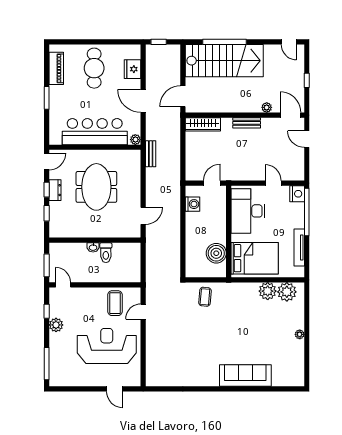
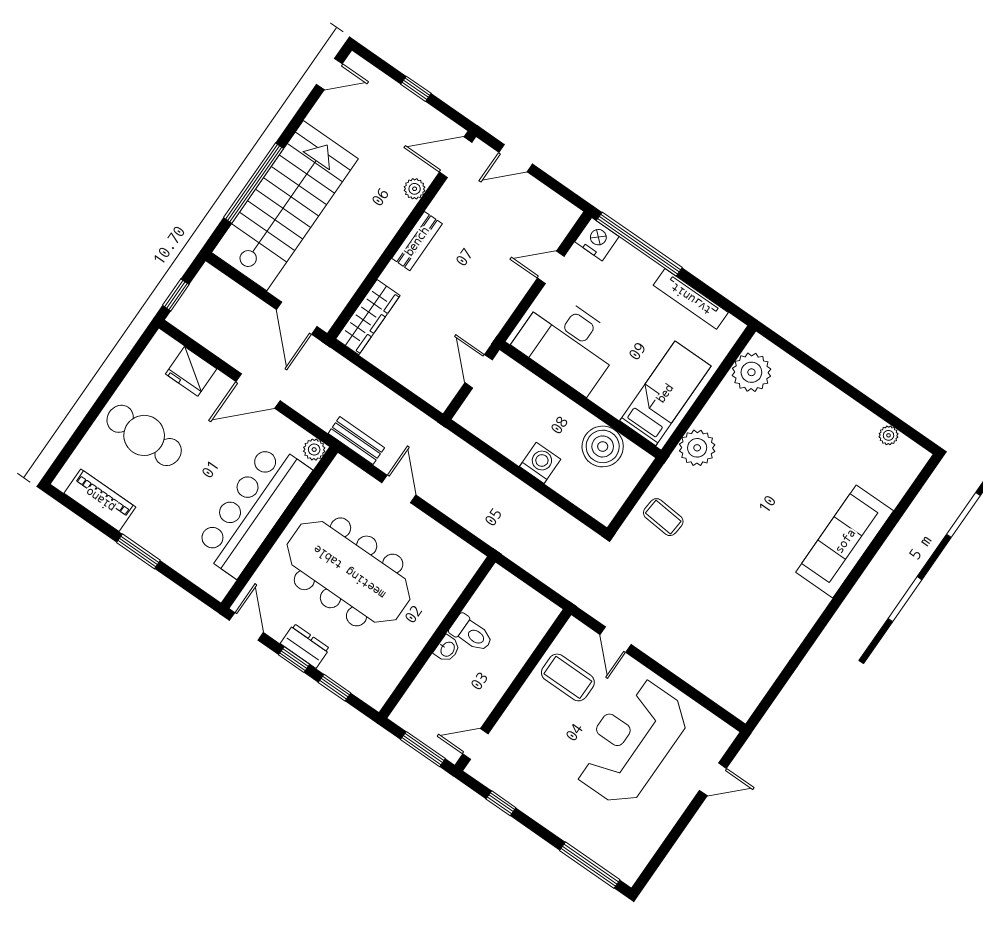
meeting table: (96, 187) -> (349, 572), width x1.36
washing machine: (193, 204) -> (540, 463), moved
door: (143, 216) -> (399, 489), moved
bed: (255, 258) -> (665, 393), width x0.67
plant: (268, 291) -> (697, 448), moved
plant: (56, 325) -> (535, 803), removed
plant: (300, 334) -> (889, 435), moved

